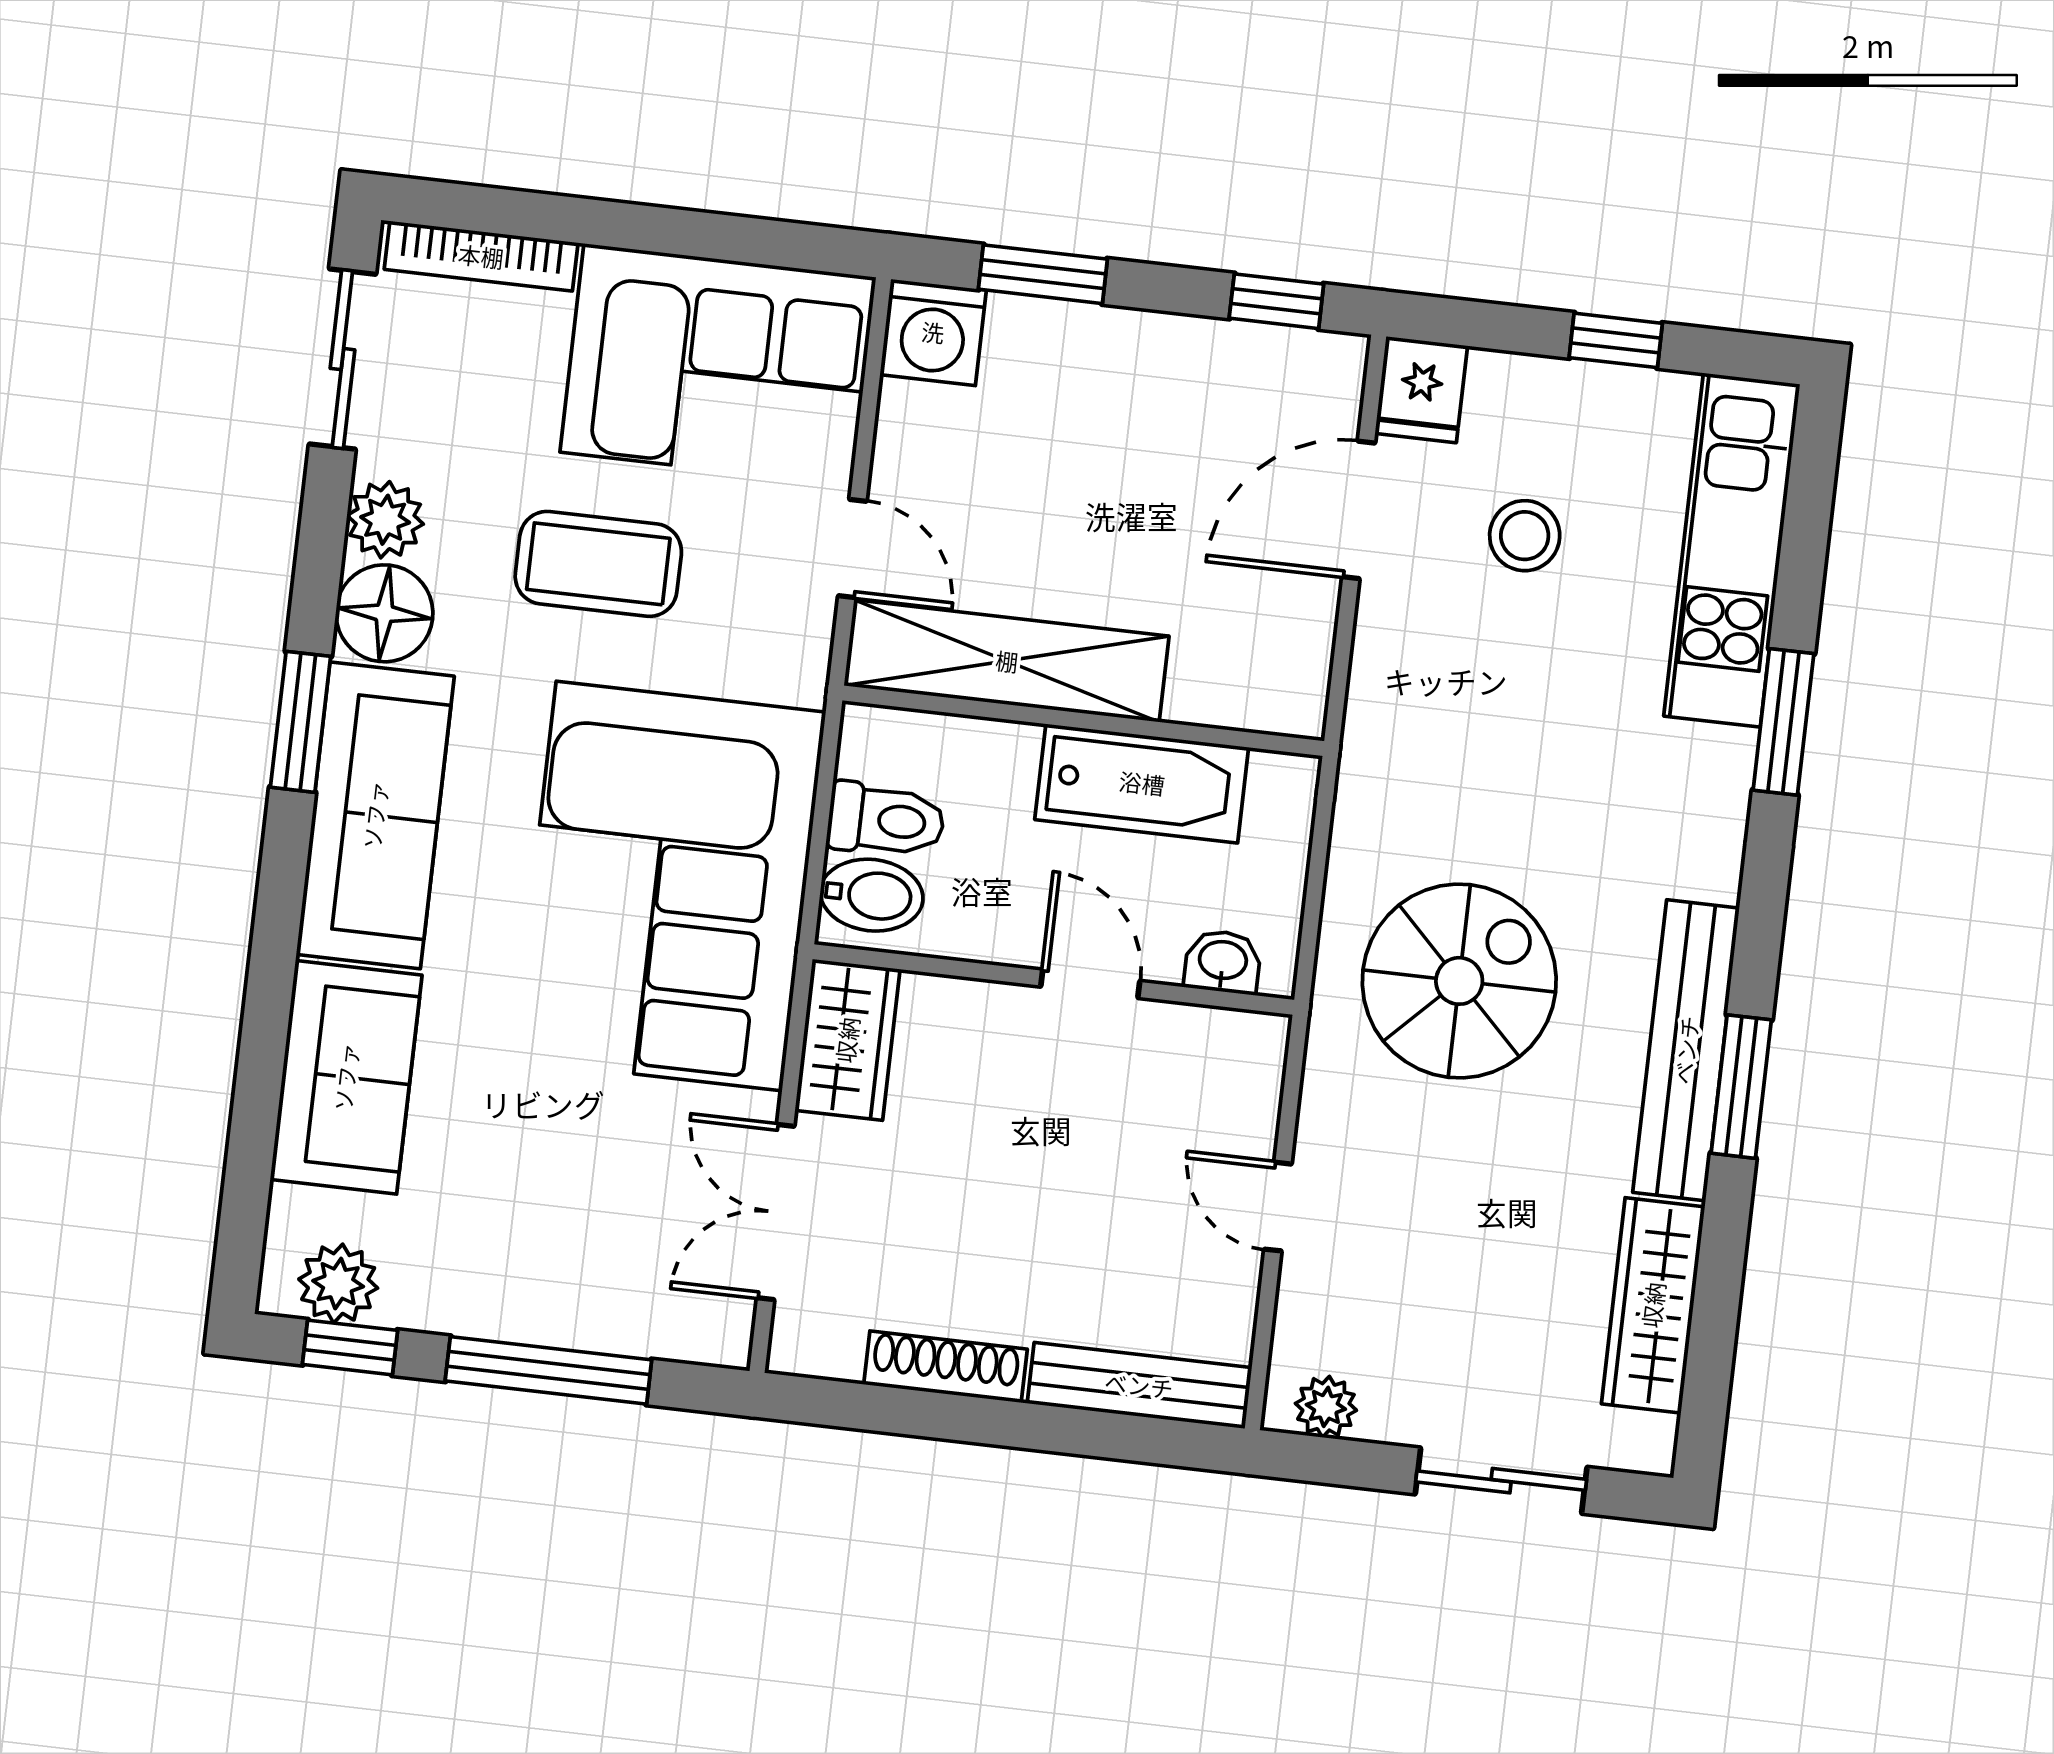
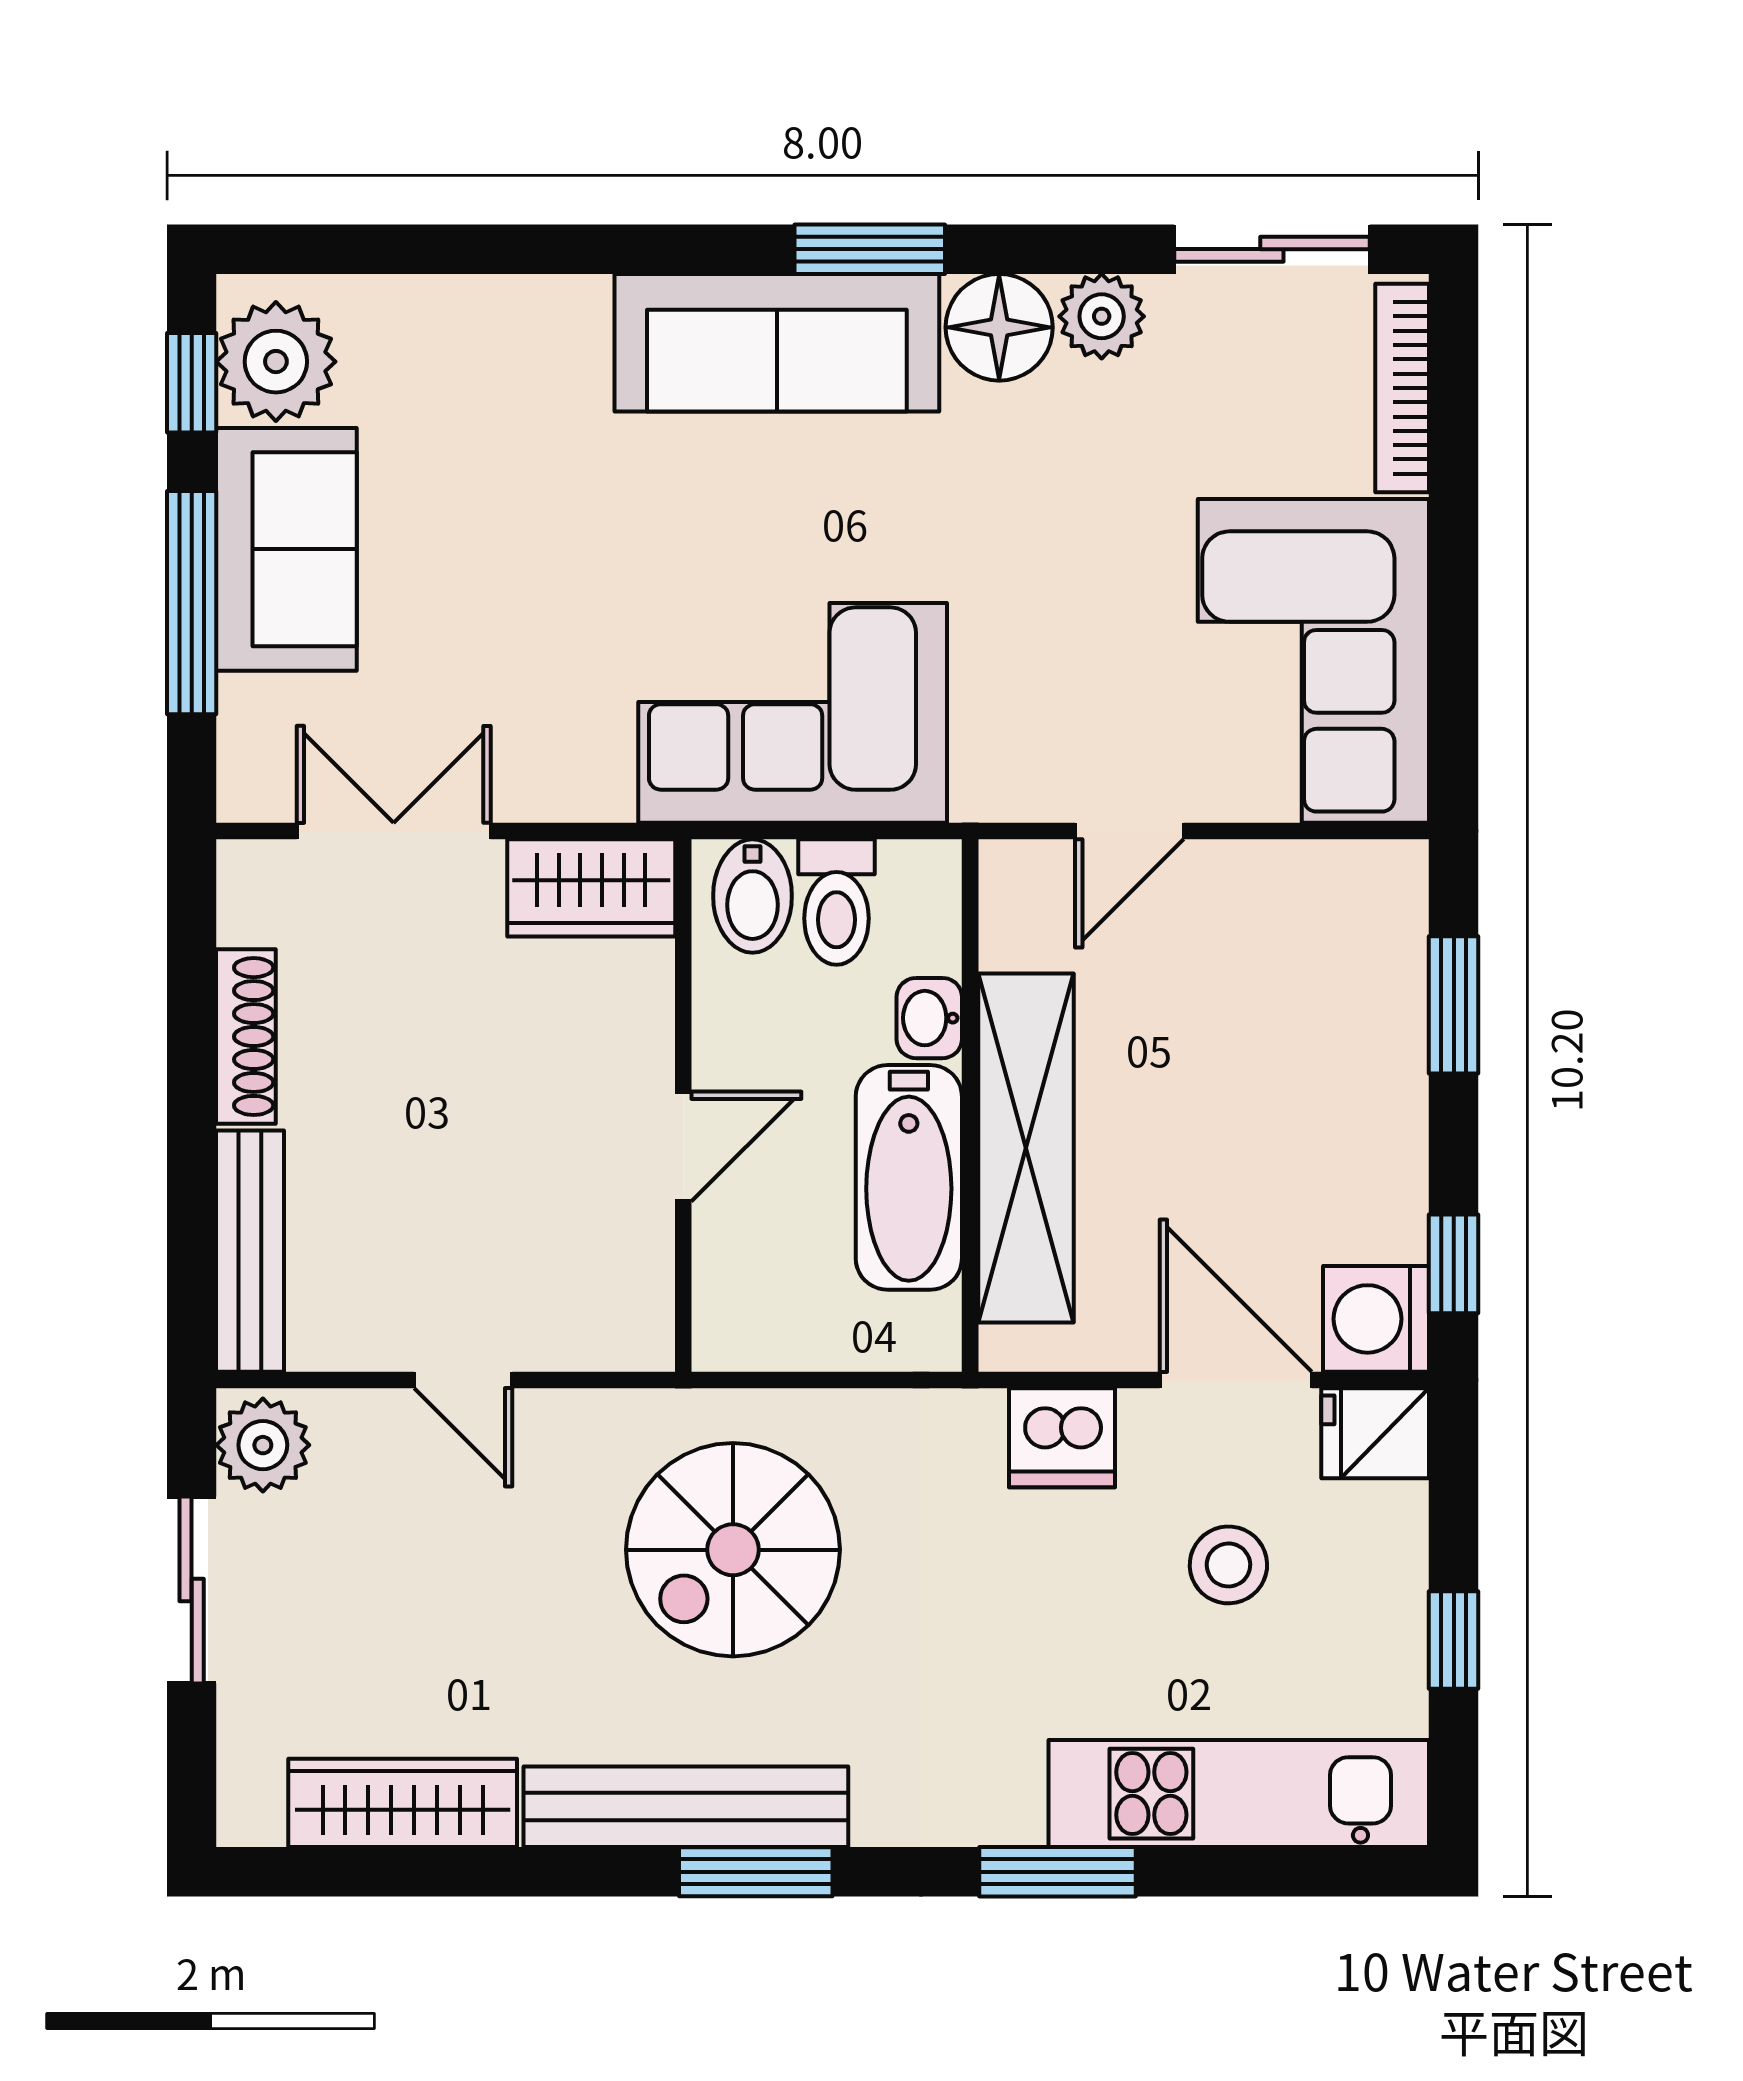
washing machine: (933, 332) -> (1376, 1319), moved
coffee table: (598, 564) -> (1080, 555), removed
shelving: (1007, 661) -> (1026, 1148), moved
dishwasher: (1393, 673) -> (1062, 1438), added
corner sofa: (669, 886) -> (793, 713), width x0.73, depth x0.74
washbasin: (1223, 962) -> (929, 1018), moved, turned 180
spiral stairs: (1459, 981) -> (733, 1550), turned 90
sofa: (346, 1077) -> (286, 549), moved, turned -90
window: (1741, 1087) -> (756, 1872), moved
door: (1278, 1207) -> (463, 1380), swing flipped
plant: (338, 1284) -> (276, 362), width x1.36, depth x1.36
plant: (1326, 1407) -> (263, 1445), width x1.38, depth x1.38
sliding door: (1501, 1481) -> (192, 1590), moved

